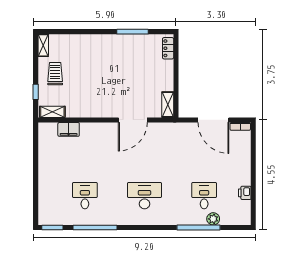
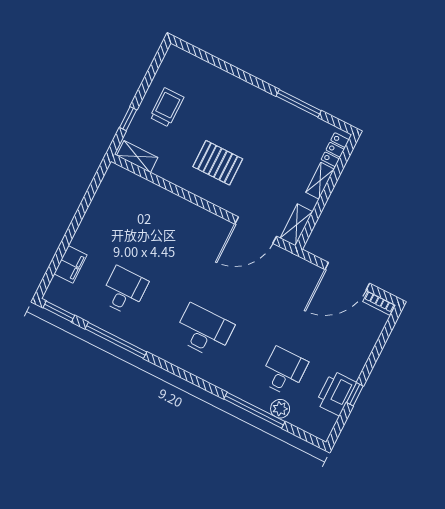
shelving: (43, 45) -> (320, 181), moved
pallet: (102, 91) -> (218, 163), added
door: (133, 120) -> (256, 230), moved
door: (213, 120) -> (347, 276), hinge flipped
filing cabinet: (69, 129) -> (70, 264), moved, turned -90
window: (253, 188) -> (355, 394), added
printer: (245, 193) -> (336, 393), width x1.87, depth x1.48

